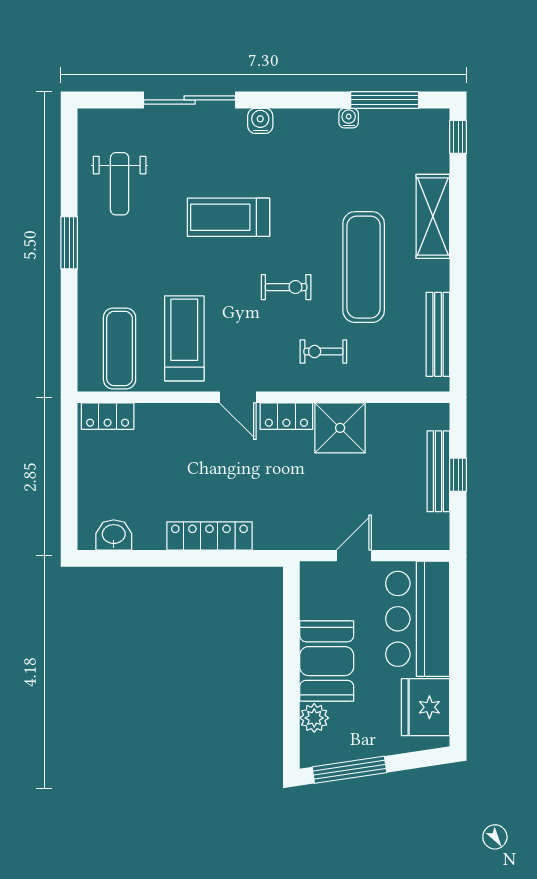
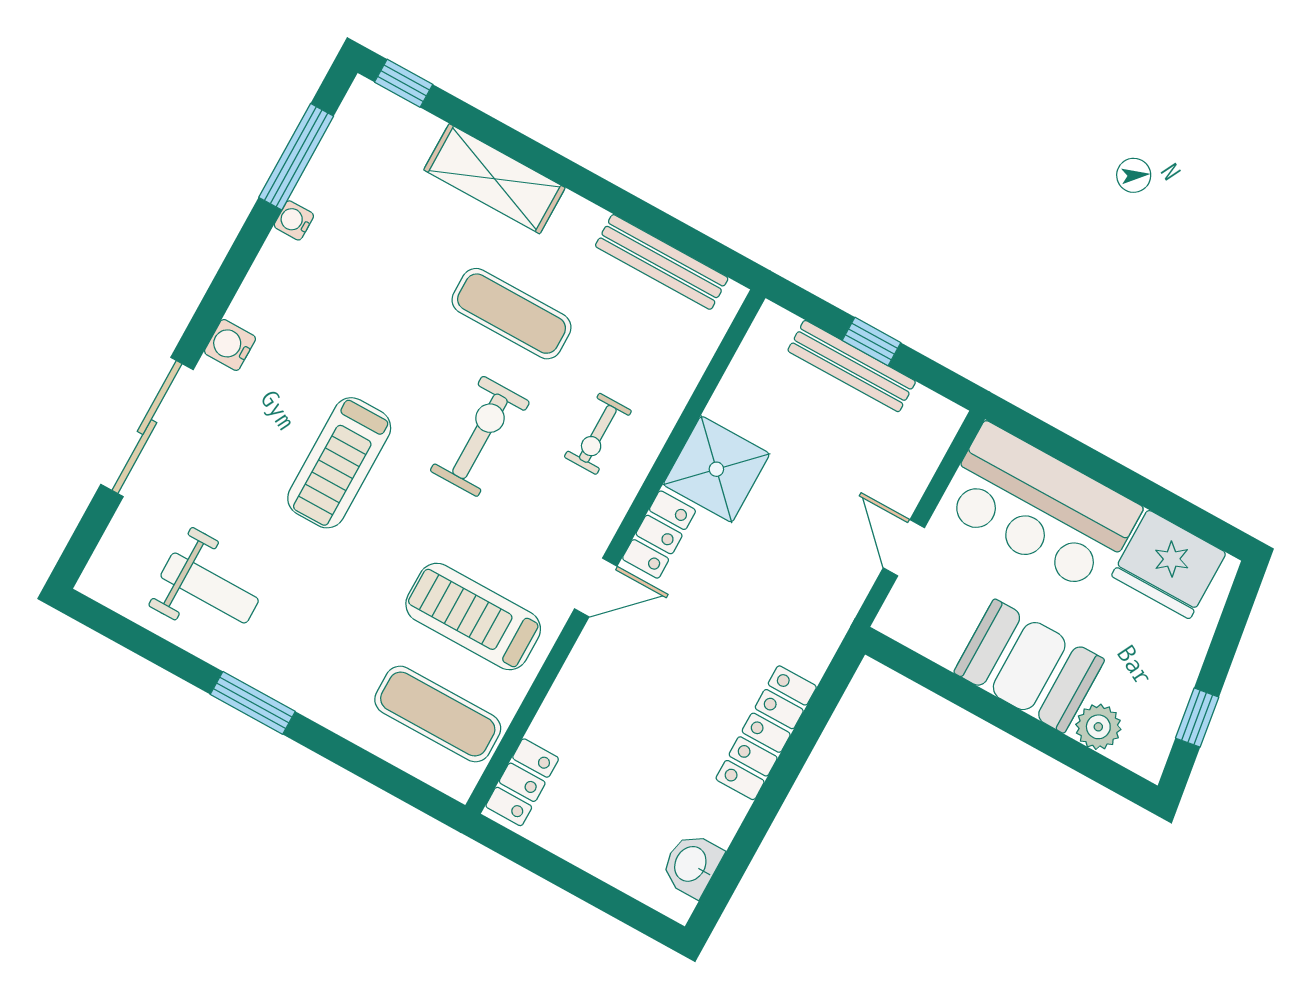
exercise mat: (364, 267) -> (512, 314), width x0.73, depth x0.69
exercise bike: (286, 287) -> (480, 436), width x1.38, depth x1.39
window: (349, 770) -> (1197, 718), width x0.46

